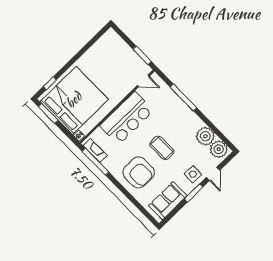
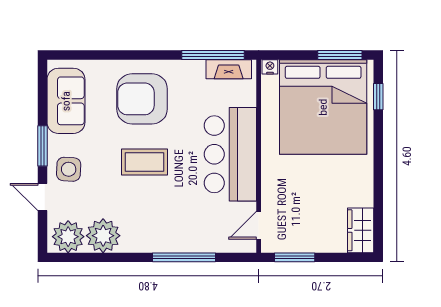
wardrobe: (107, 40) -> (361, 230), added

